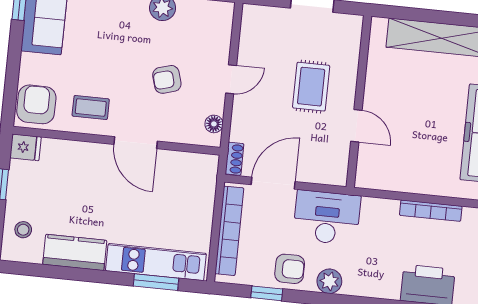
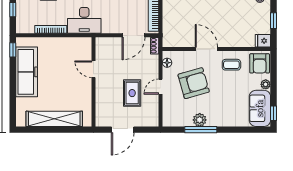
plant: (29, 63) -> (266, 84), added
armchair: (167, 79) -> (194, 83), width x1.88, depth x1.88
rug: (311, 87) -> (132, 93), moved
desk: (327, 217) -> (84, 20), moved

